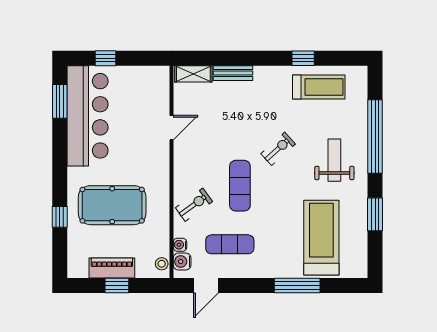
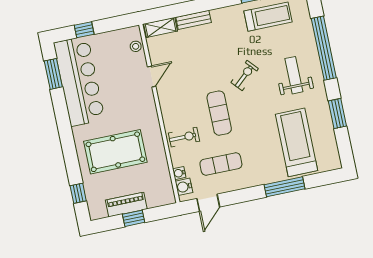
exercise bike: (194, 205) -> (184, 137), turned 36
window: (60, 217) -> (78, 193), moved
stool: (162, 264) -> (136, 46), moved

